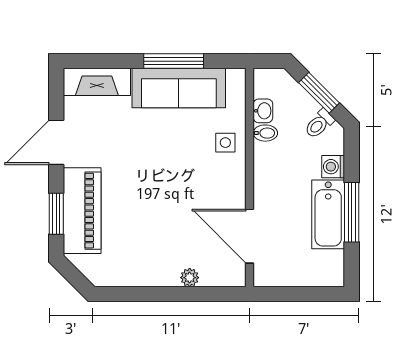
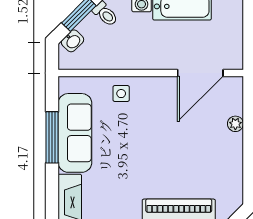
washbasin: (263, 111) -> (72, 41), moved, turned 135
bidet: (265, 133) -> (113, 60), removed

